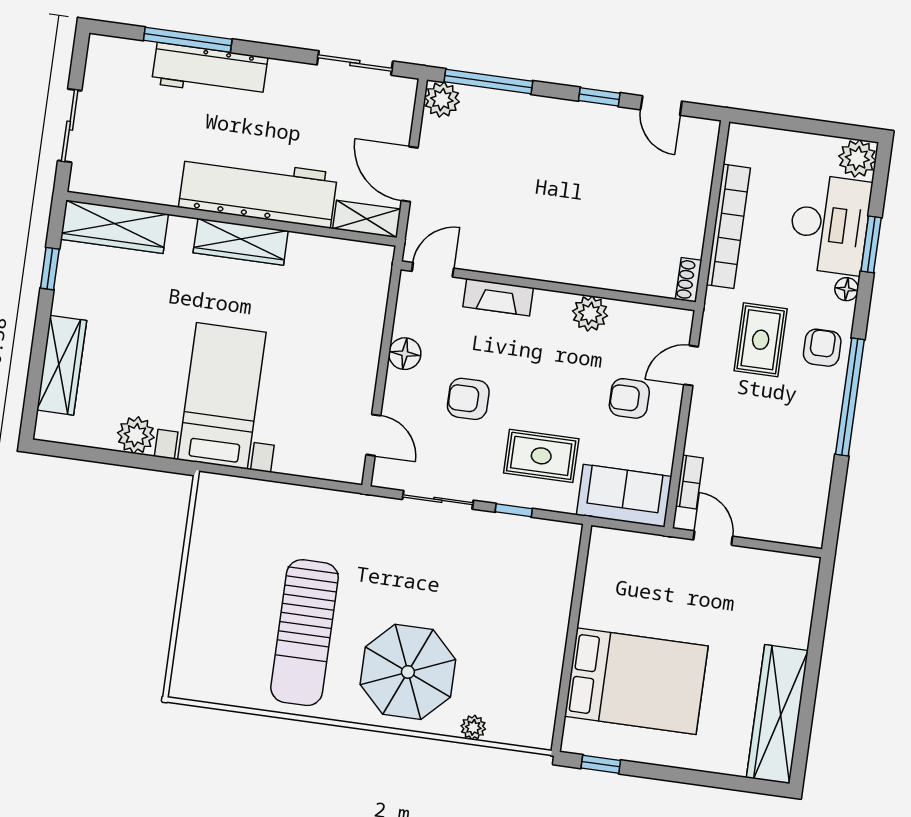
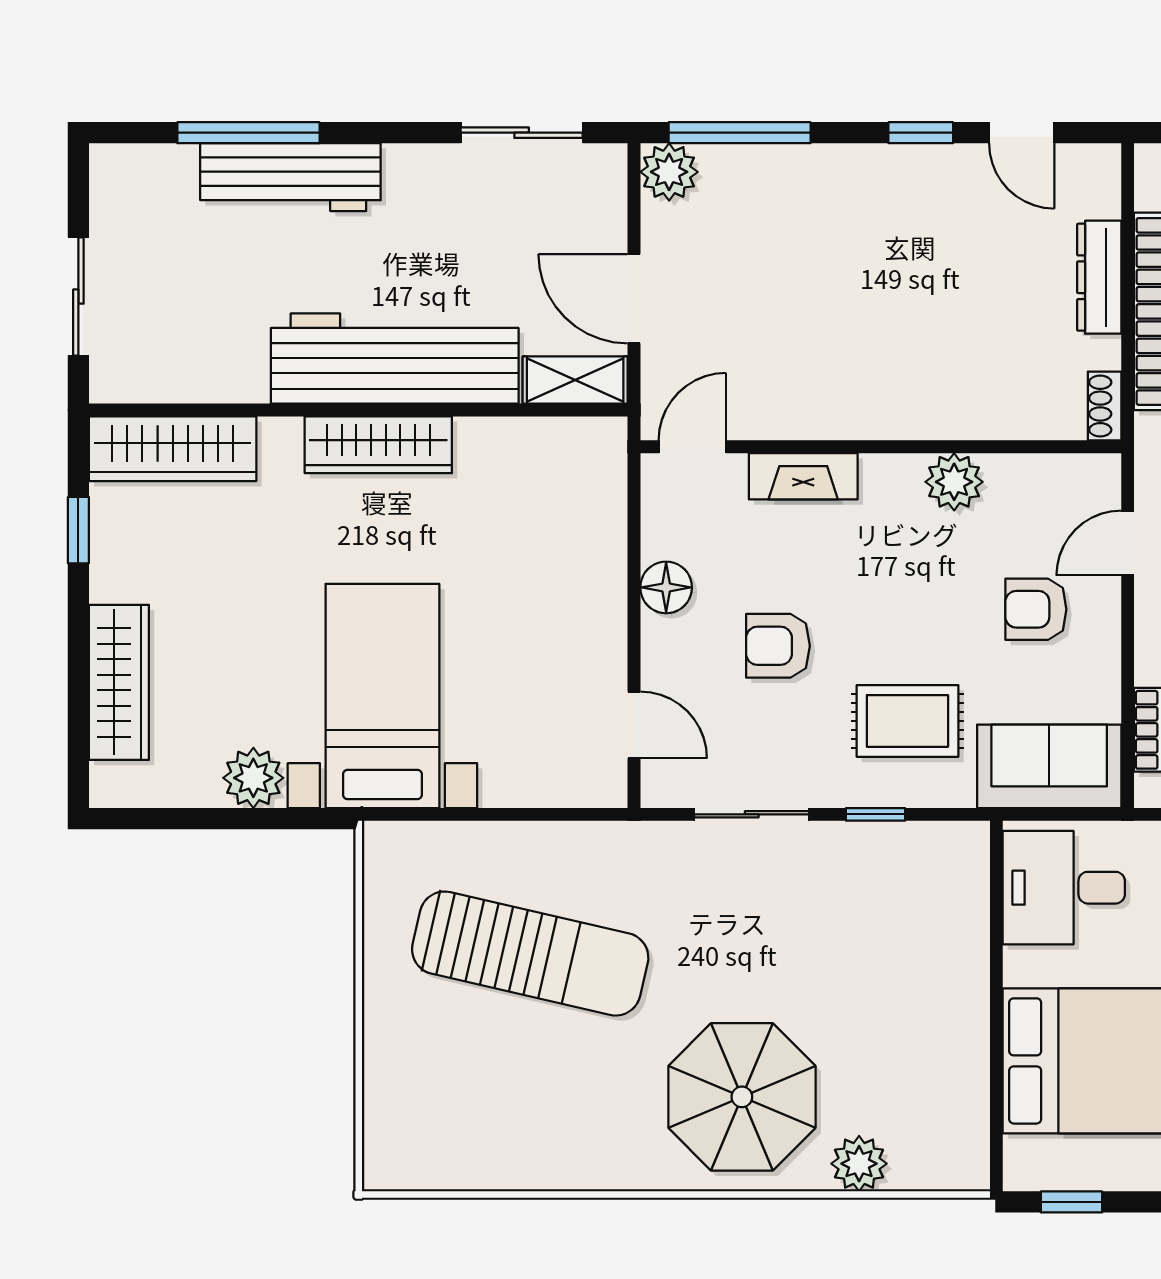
dresser: (696, 201) -> (1099, 277), added
desk: (623, 571) -> (1064, 888), added
sun lounger: (305, 633) -> (530, 954), moved, turned -77
plant: (473, 727) -> (859, 1164), width x1.38, depth x1.38

